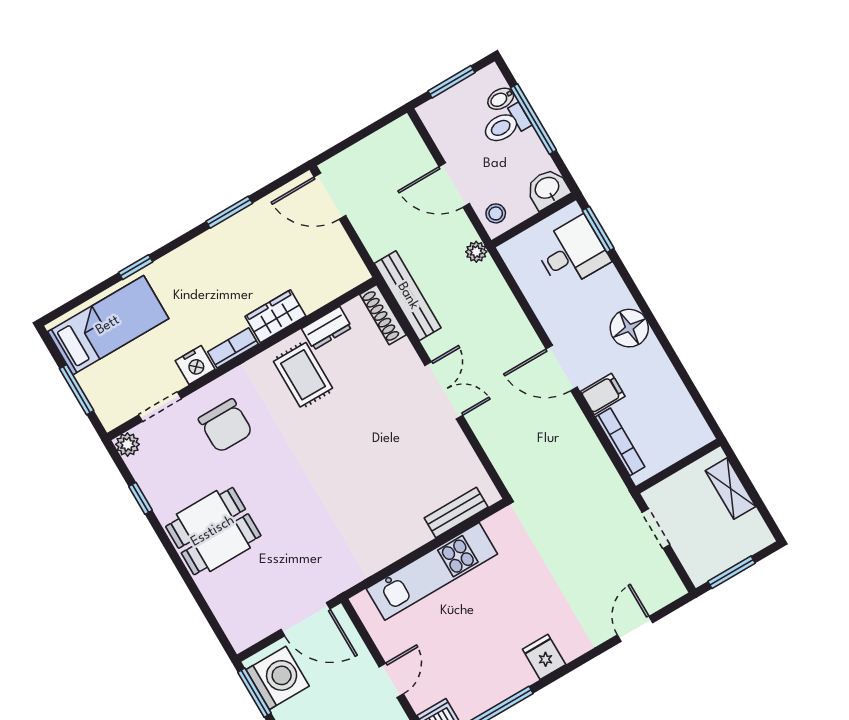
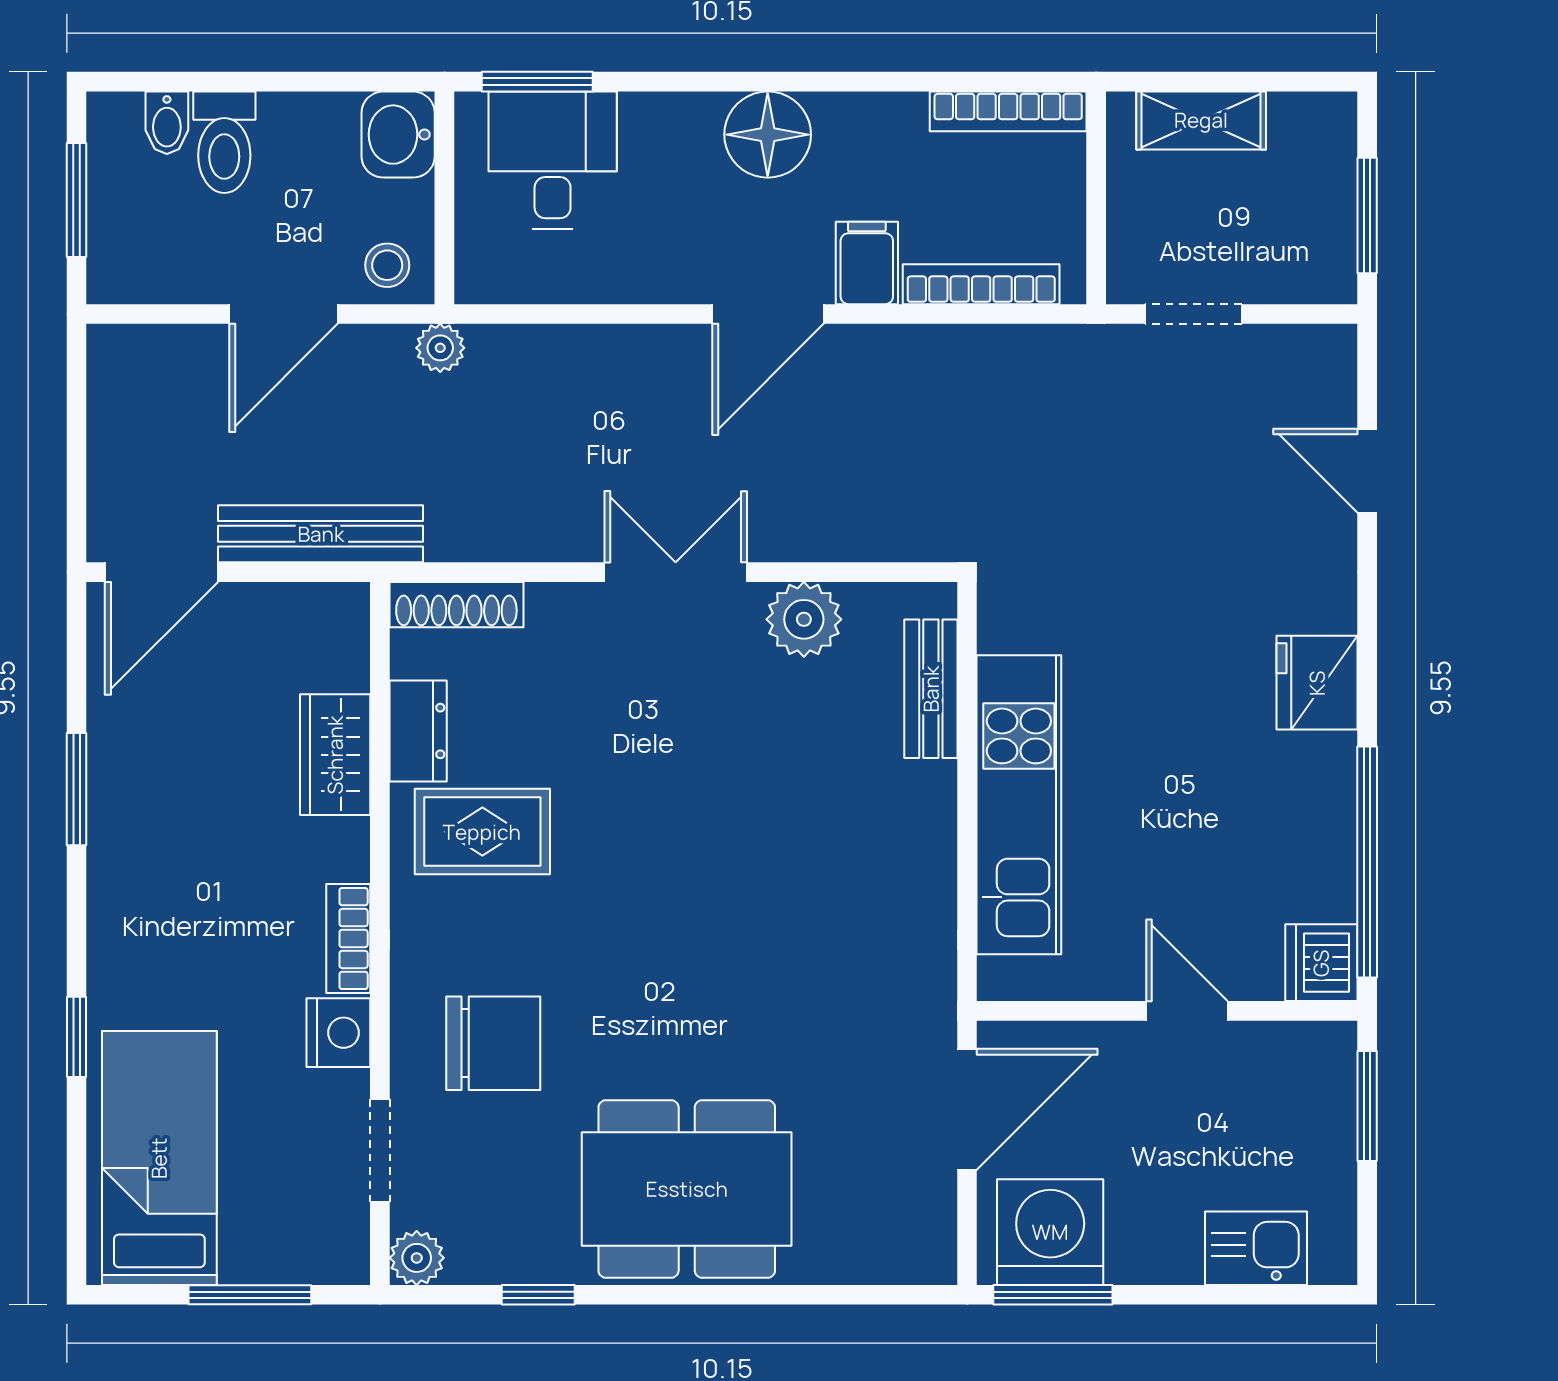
window: (533, 119) -> (245, 82), removed
bench: (408, 296) -> (321, 534), moved
wardrobe: (275, 316) -> (335, 755), moved
bookcase: (691, 414) -> (1008, 111), added
plant: (454, 449) -> (804, 619), added
dining table: (213, 531) -> (687, 1189), width x1.38
fridge: (544, 657) -> (1317, 683), width x1.38

